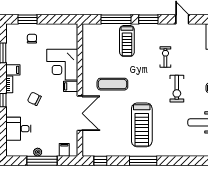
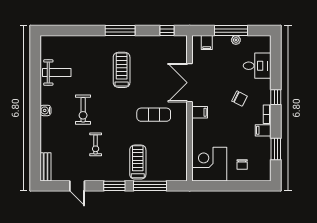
window: (28, 19) -> (247, 186), removed
corner desk: (62, 65) -> (210, 164), moved, turned -90
exercise bike: (177, 89) -> (83, 110), turned 180
treadmill: (142, 125) -> (122, 70), width x0.73, depth x0.73

